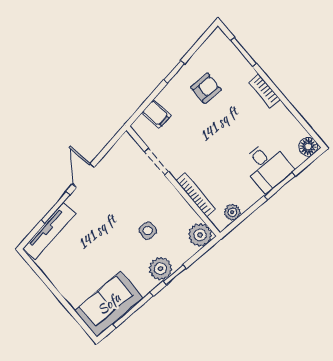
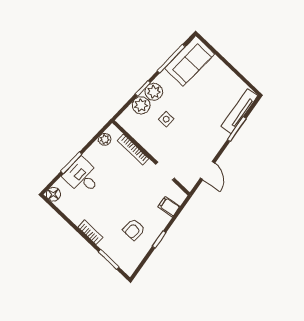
door: (83, 176) -> (208, 171), moved
plant: (200, 235) -> (141, 105), moved

